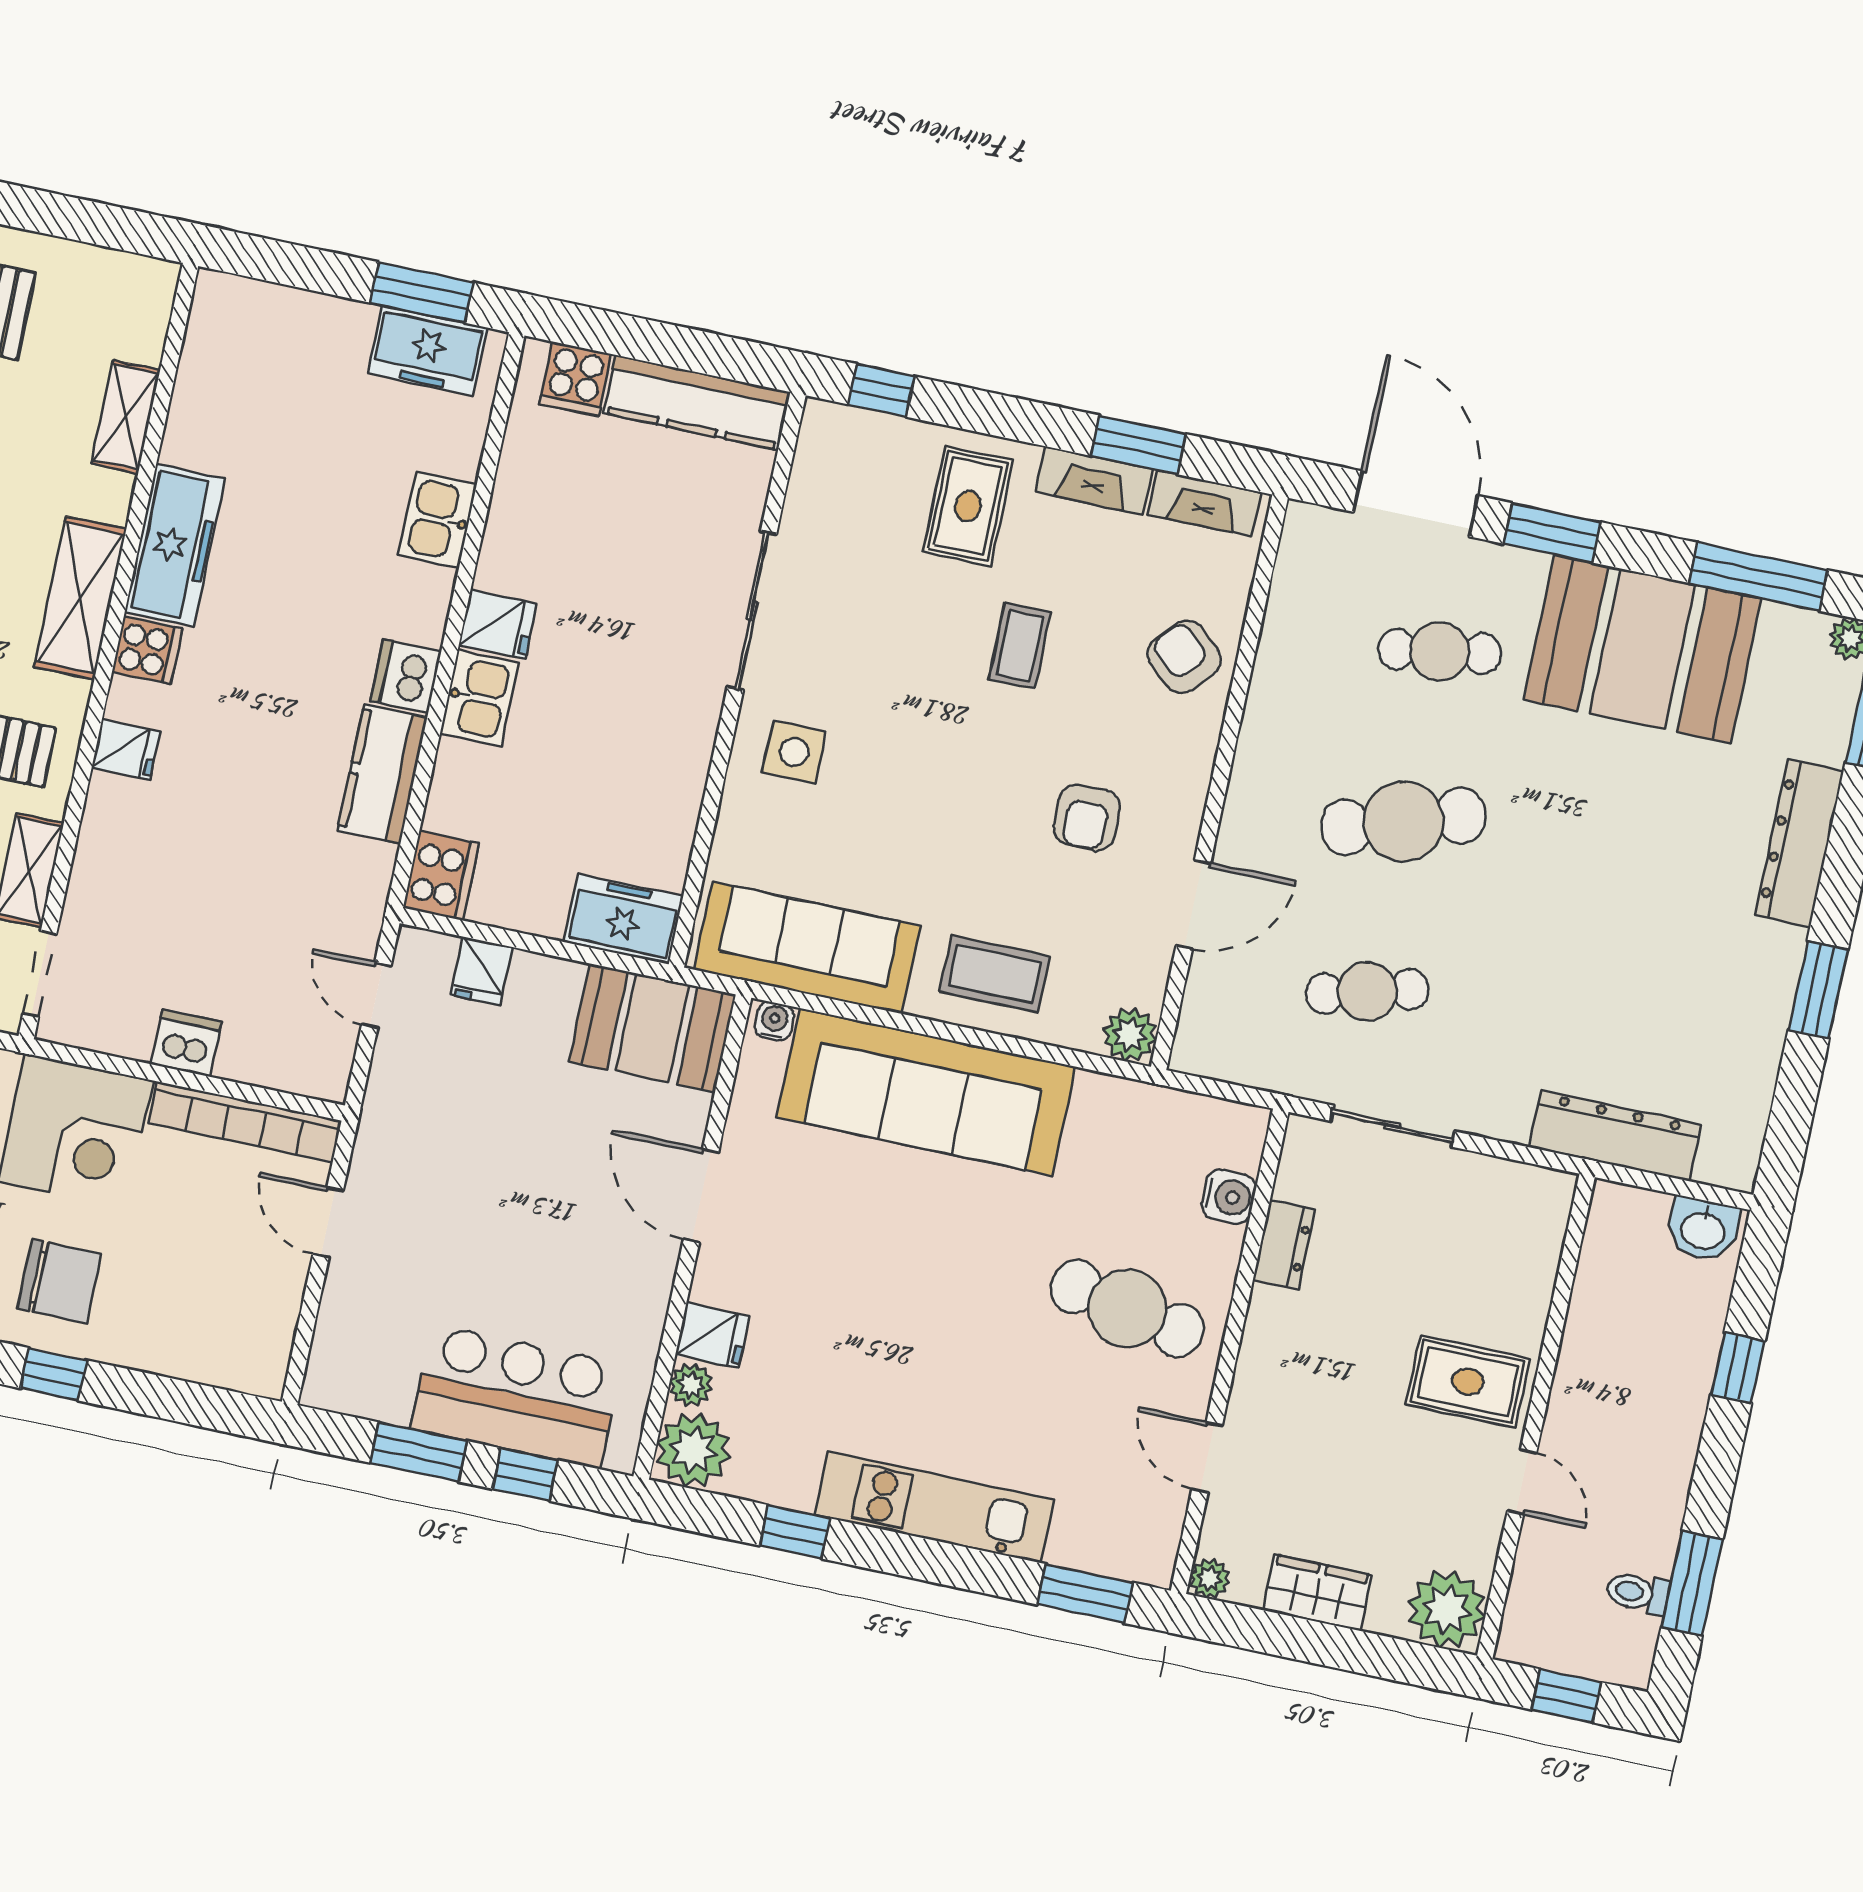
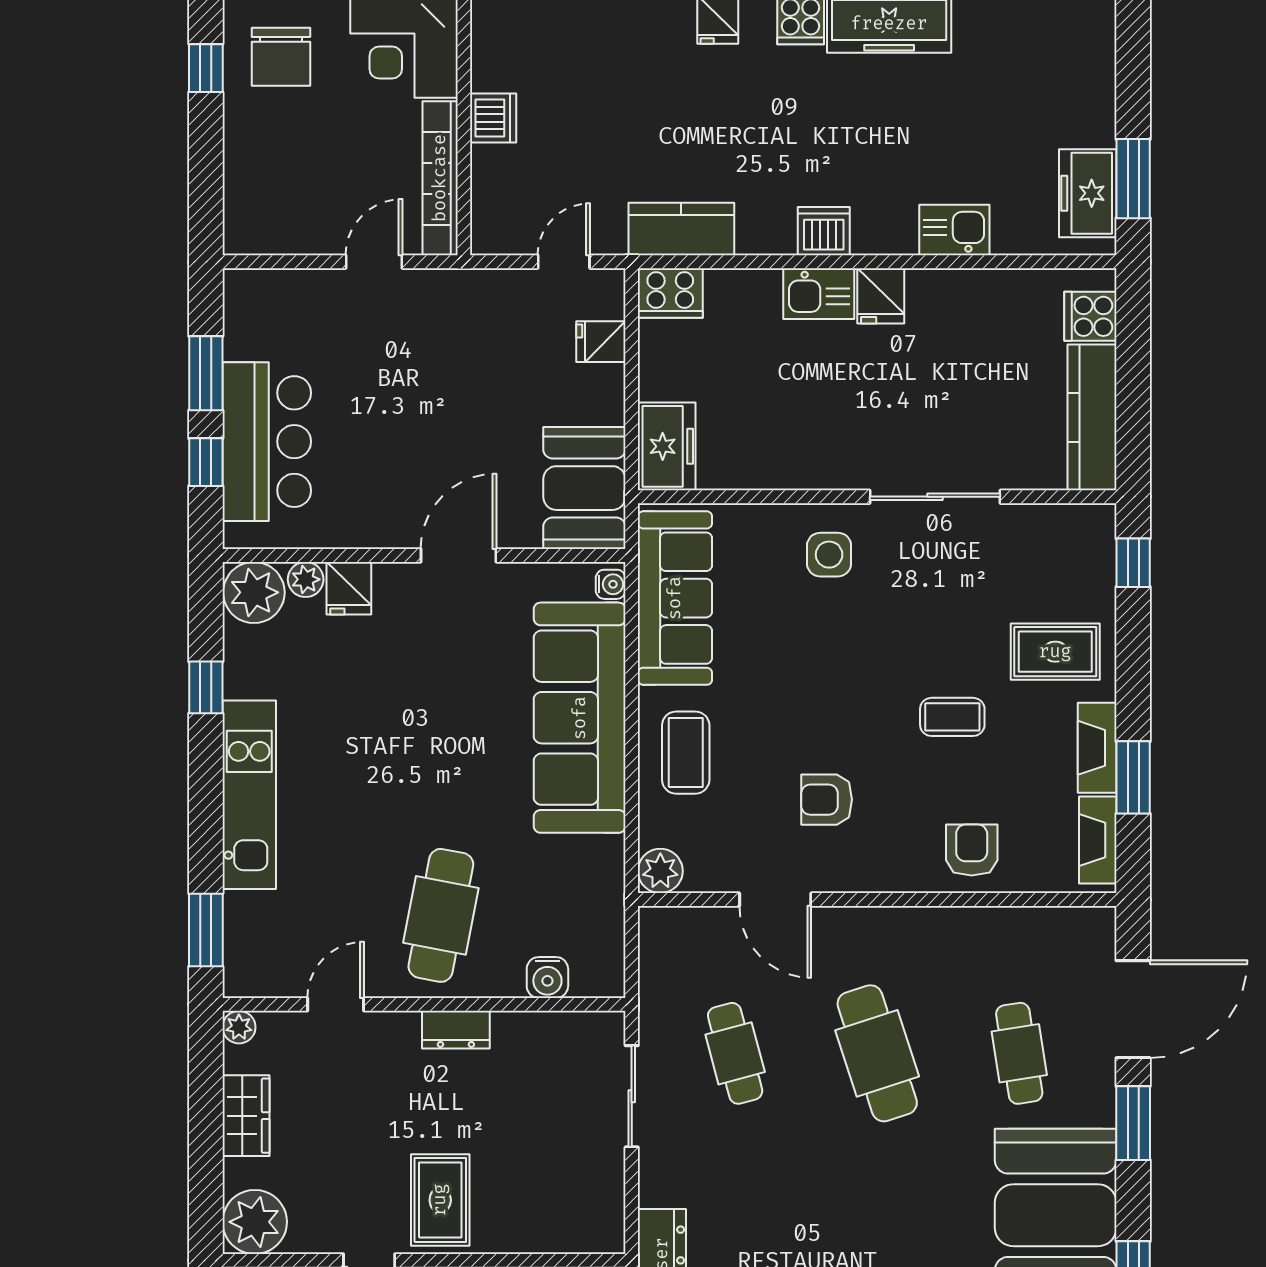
armchair: (1184, 657) -> (972, 850), turned -42
kitchen counter: (382, 774) -> (681, 229), moved
dresser: (1284, 1245) -> (456, 1030), moved

